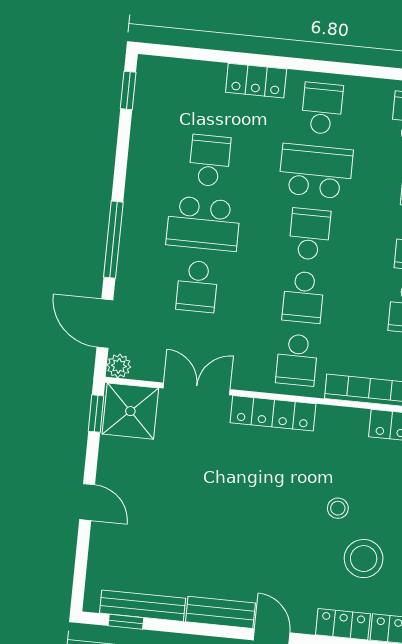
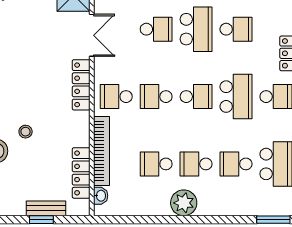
school desk: (203, 224) -> (196, 29), turned 180
school desk: (197, 286) -> (156, 29), turned 180

